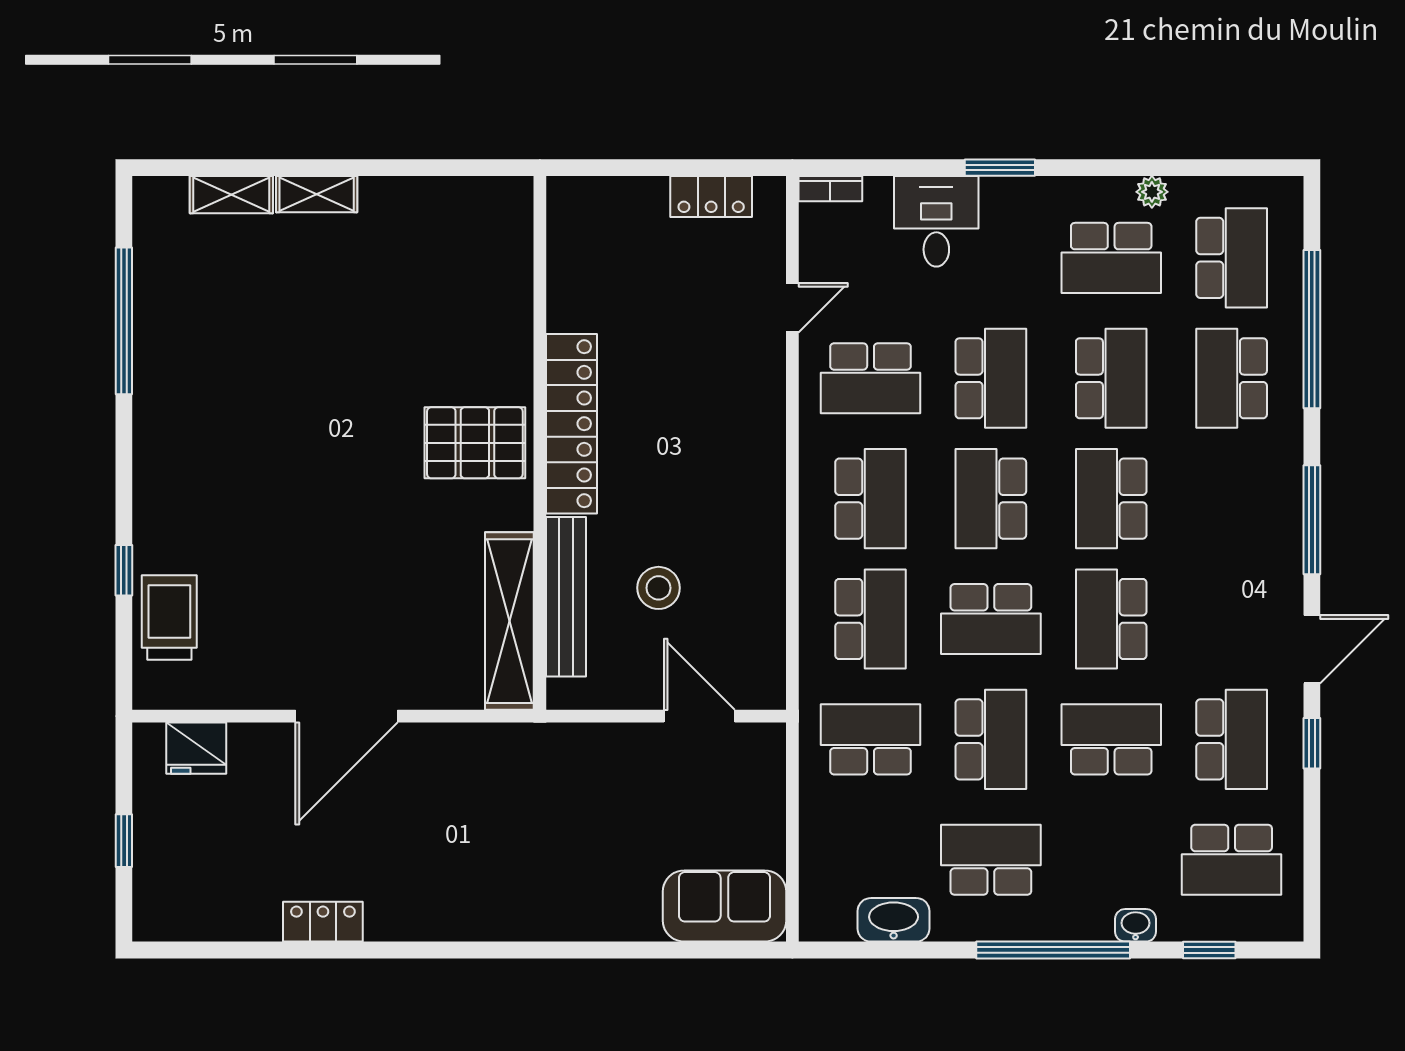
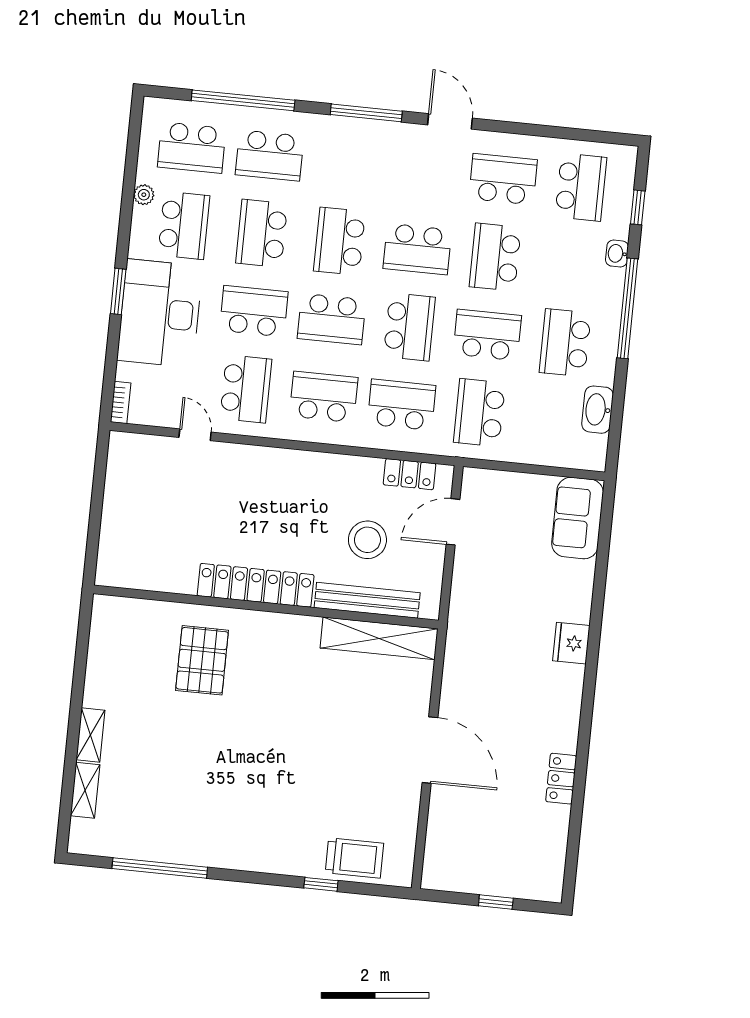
locker: (711, 197) -> (410, 474), moved, turned 90
desk: (936, 221) -> (160, 313), width x1.87, depth x1.30
school desk: (1232, 258) -> (192, 148), turned 180
school desk: (1111, 378) -> (262, 233), turned -90
pallet: (475, 443) -> (202, 660), moved
school desk: (1111, 499) -> (339, 241), turned 90
stool: (658, 588) -> (367, 540), width x1.38, depth x1.38
trolley: (169, 617) -> (354, 858), turned 180
window: (1312, 743) -> (511, 128), removed
fridge: (196, 748) -> (571, 643), moved, turned 180

